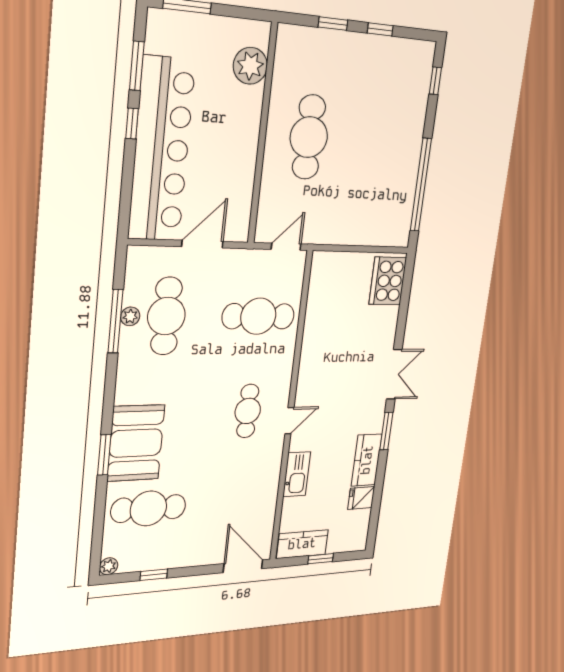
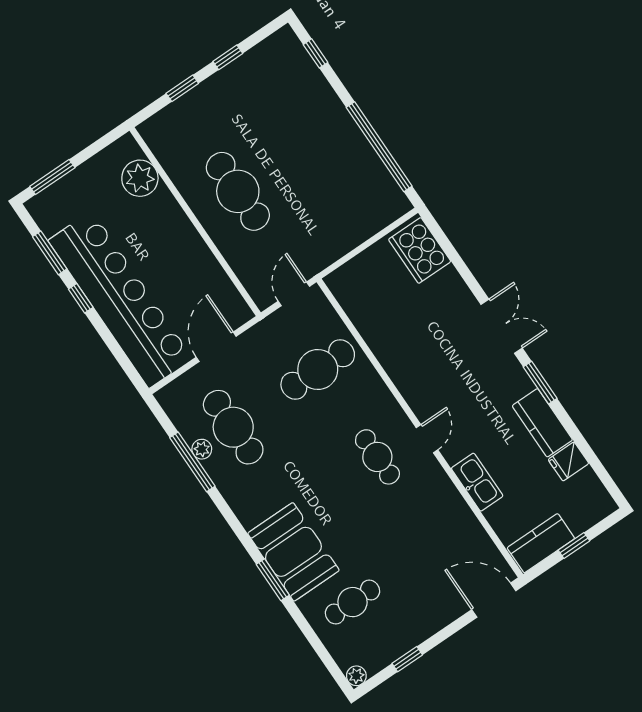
cafe table: (148, 508) -> (352, 602), width x0.73, depth x0.74

